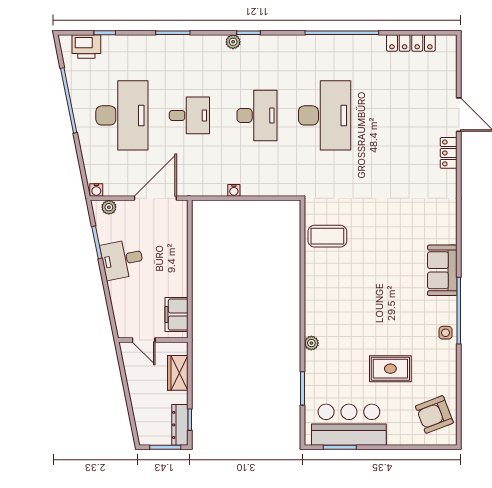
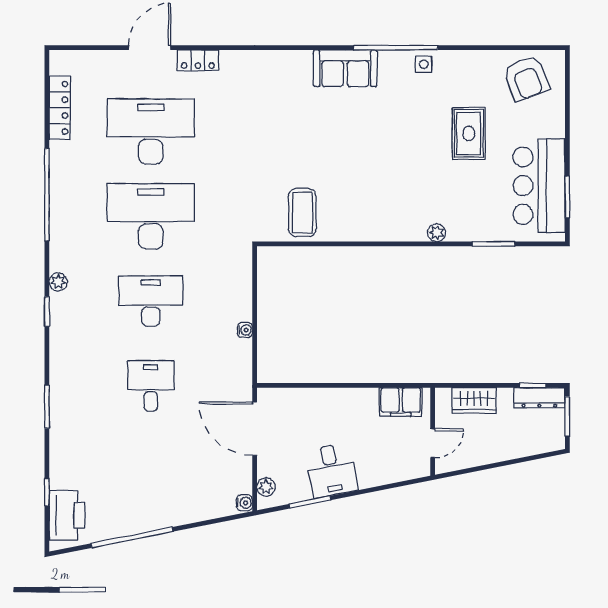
plant: (233, 42) -> (58, 282), moved
printer: (86, 46) -> (67, 515), width x1.37, depth x1.19
desk: (122, 115) -> (151, 131), moved

